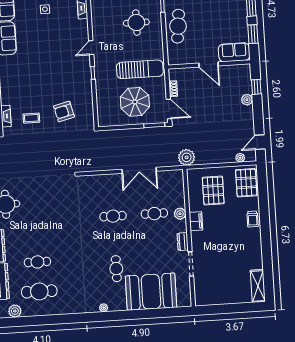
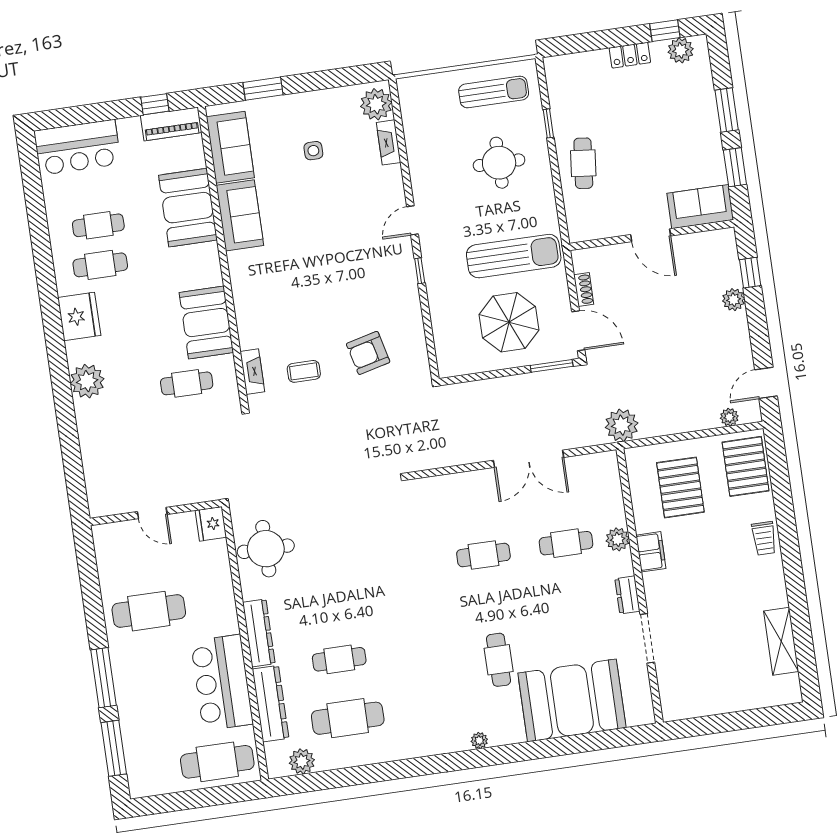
cafe table: (178, 26) -> (583, 163), width x0.73, depth x0.74
shelving: (258, 286) -> (781, 641), moved

